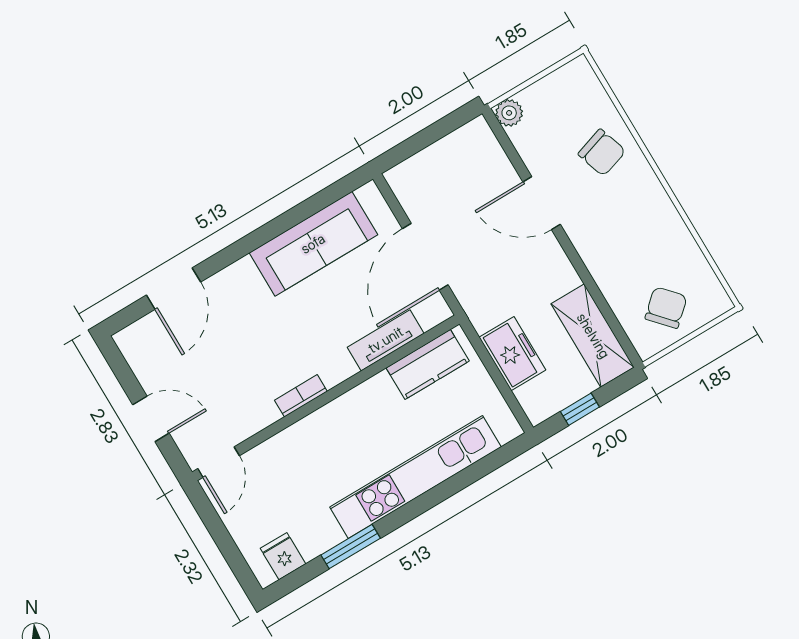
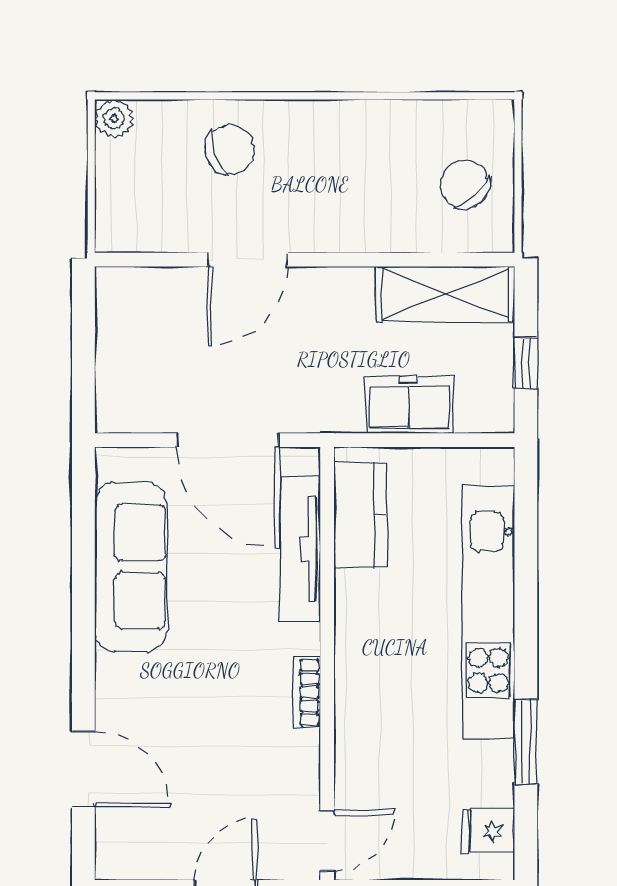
plant: (509, 113) -> (114, 119), moved
tv unit: (386, 340) -> (301, 549), width x1.41
door: (219, 462) -> (327, 841), hinge flipped

